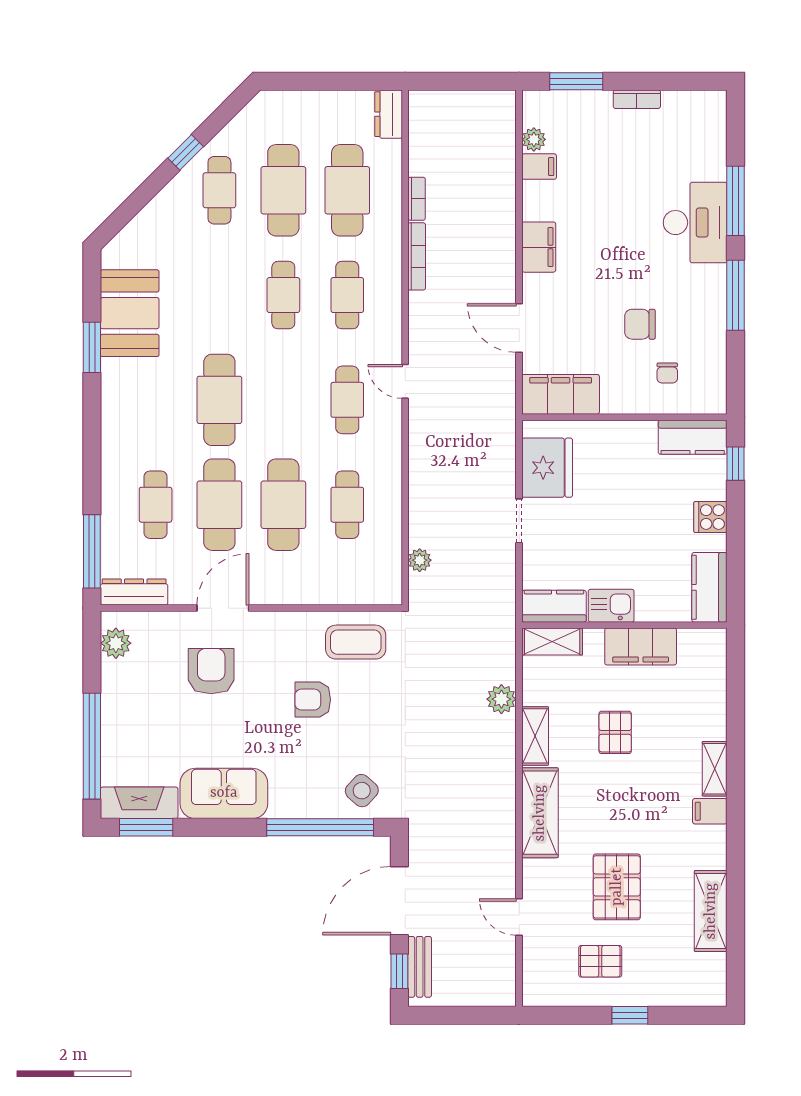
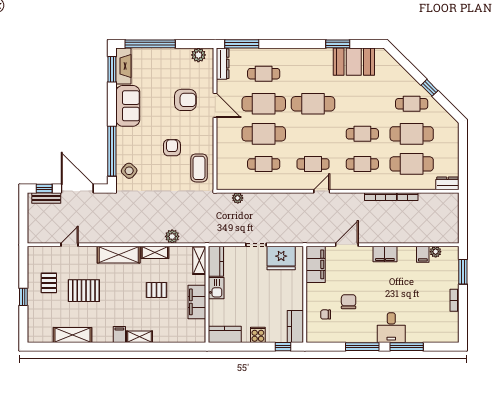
desk: (695, 223) -> (391, 328), width x0.73

